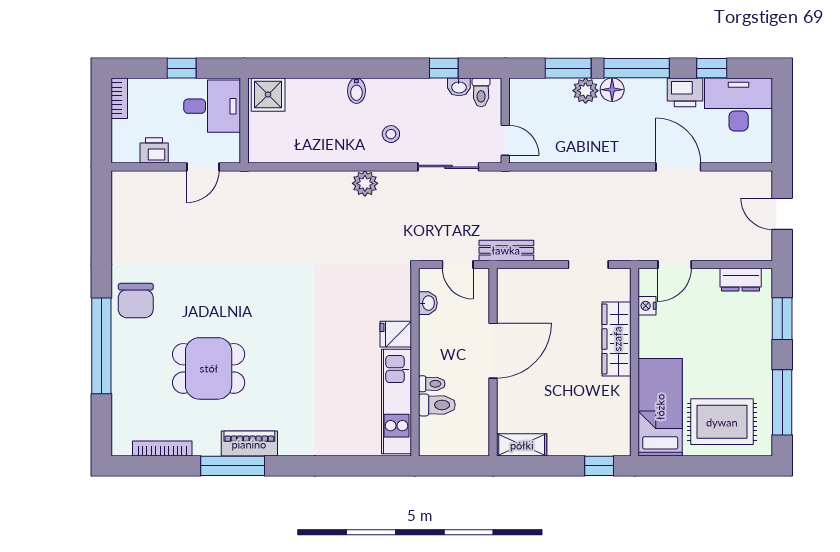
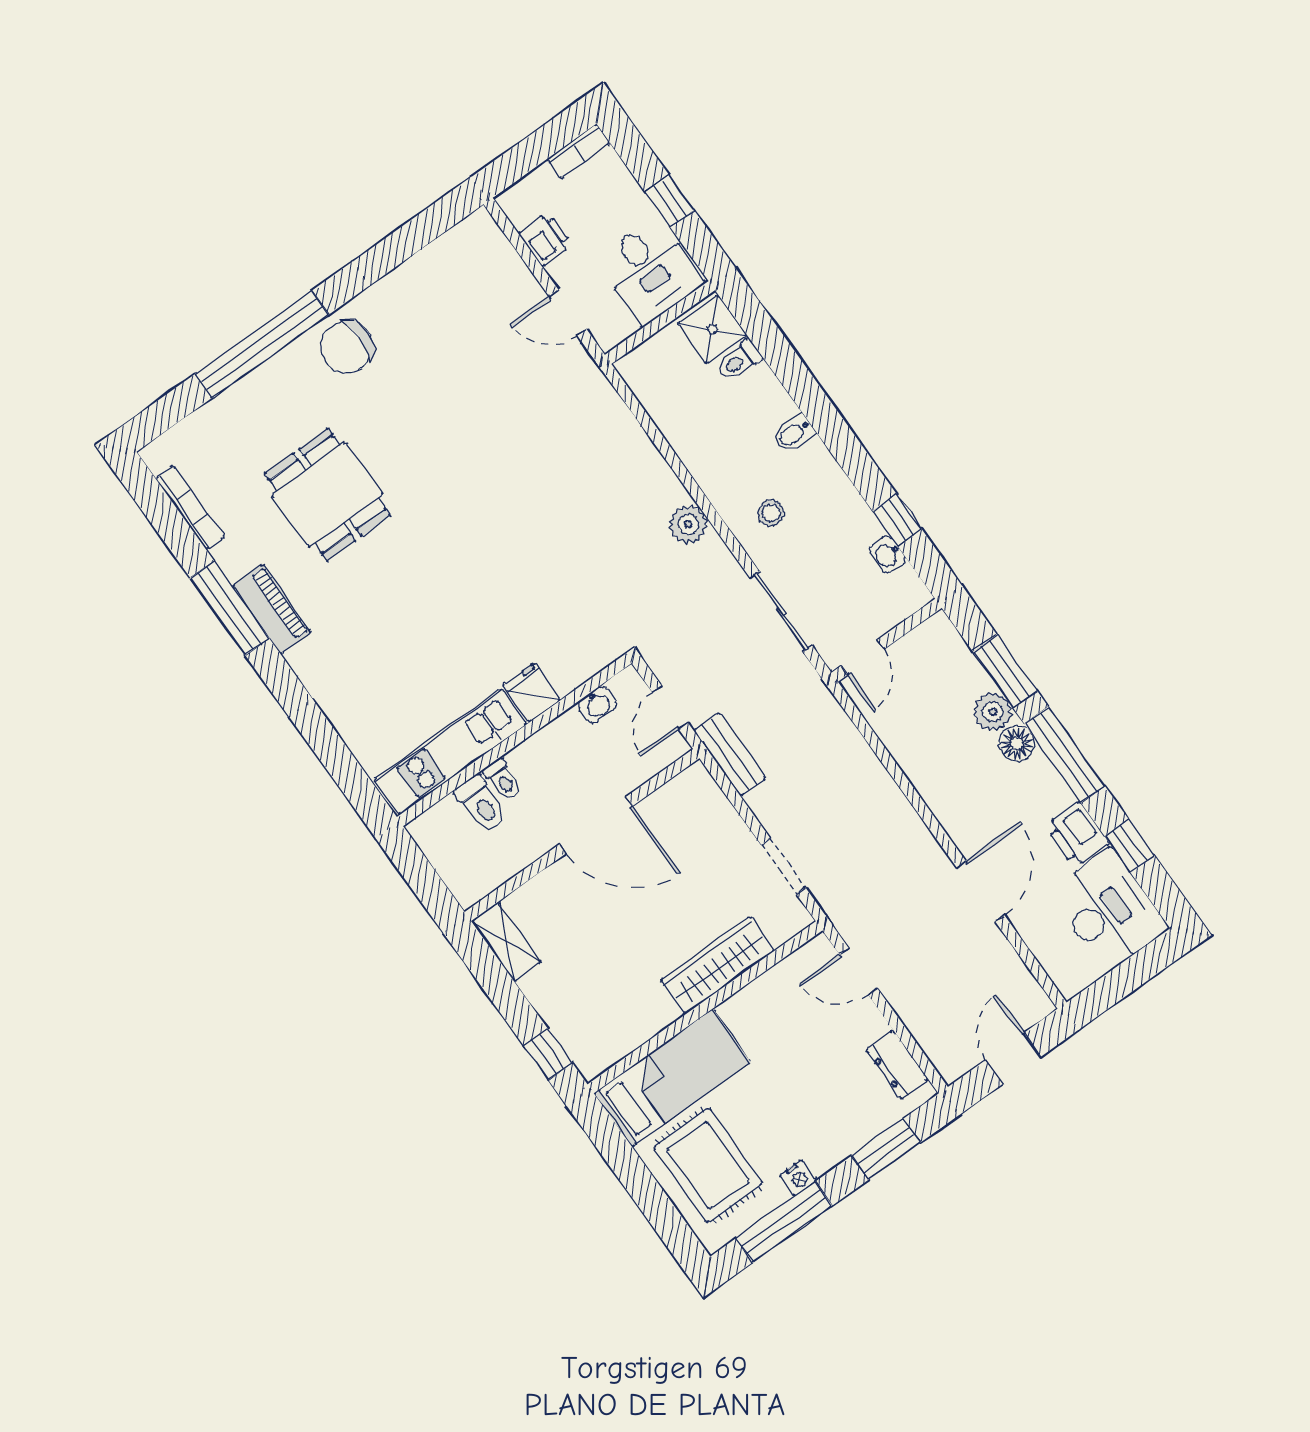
toilet: (481, 92) -> (739, 361), moved
nightstand: (647, 306) -> (798, 1178), moved, turned 180

